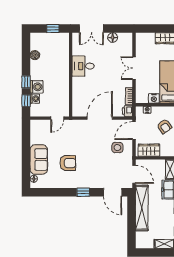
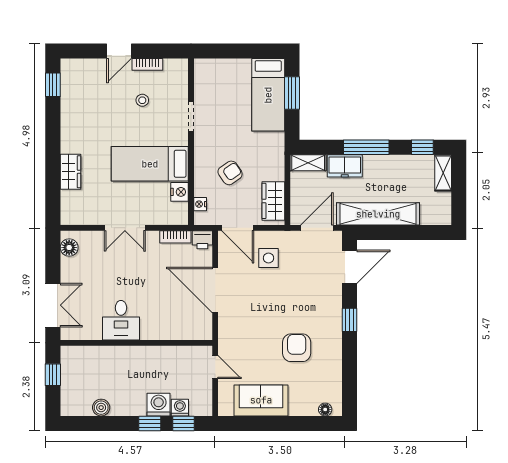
floor lamp: (113, 37) -> (69, 248), moved
sofa: (39, 159) -> (261, 400), moved

